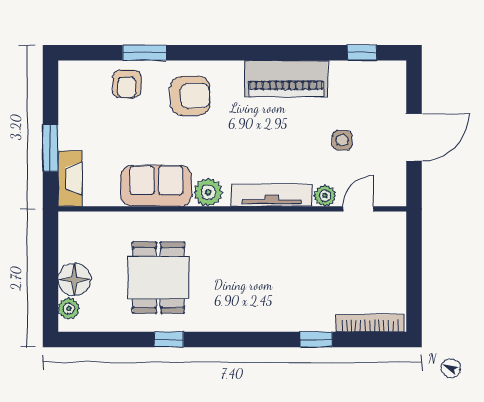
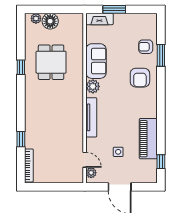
piano: (286, 79) -> (148, 139), moved
plant: (325, 196) -> (91, 173), moved
dining table: (158, 278) -> (51, 62), turned 90

